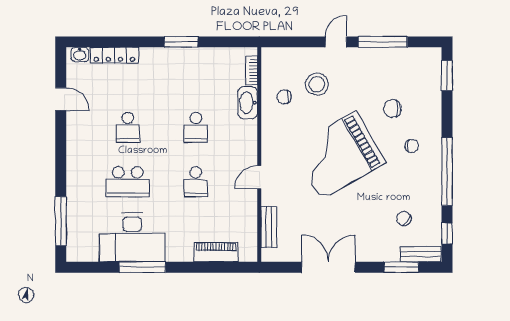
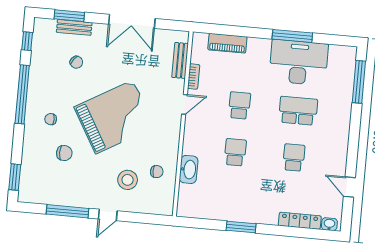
bookcase: (252, 71) -> (194, 76), moved
chair: (404, 219) -> (76, 62), moved
bench: (421, 254) -> (74, 27), moved

